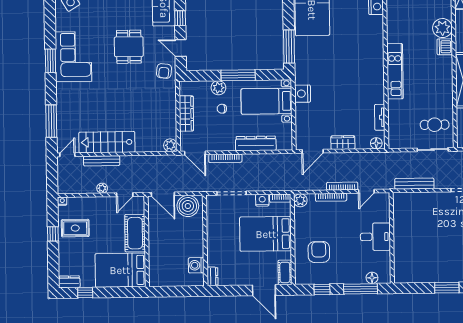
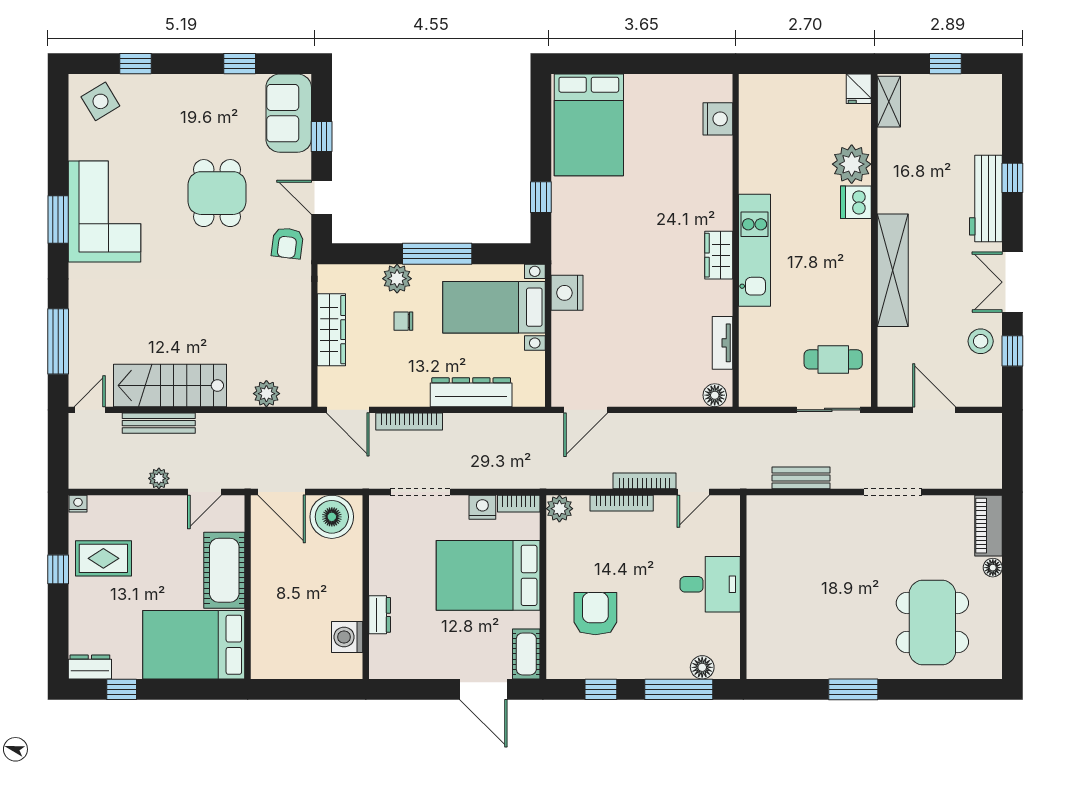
window: (289, 46) -> (541, 197), width x0.46
wardrobe: (343, 143) -> (719, 255), moved, turned -90
plant: (170, 145) -> (266, 394), moved
bench: (414, 184) -> (801, 478), width x0.73
dresser: (212, 276) -> (380, 615), moved

